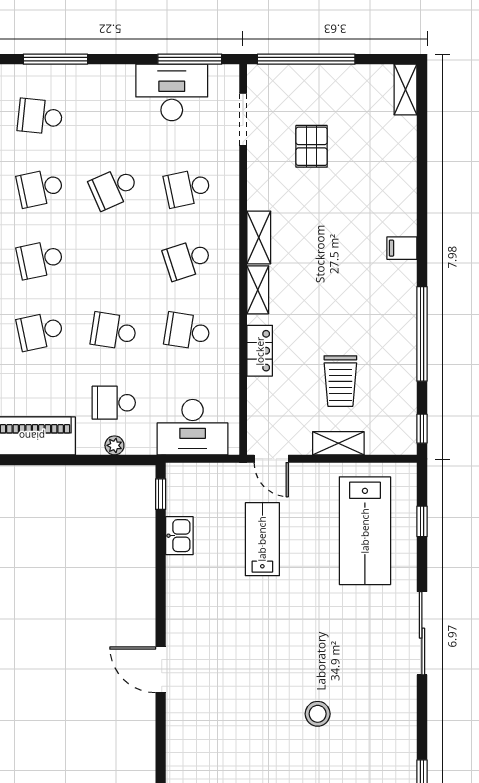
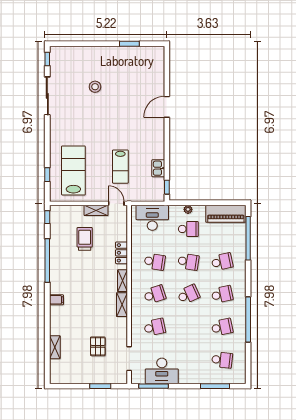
window: (306, 59) -> (100, 386), width x0.47
shelving: (406, 90) -> (55, 347), moved
school desk: (114, 188) -> (188, 294), moved
shelving: (338, 443) -> (96, 210), moved
sliding door: (422, 633) -> (47, 96), moved
door: (161, 670) -> (167, 107), swing flipped

